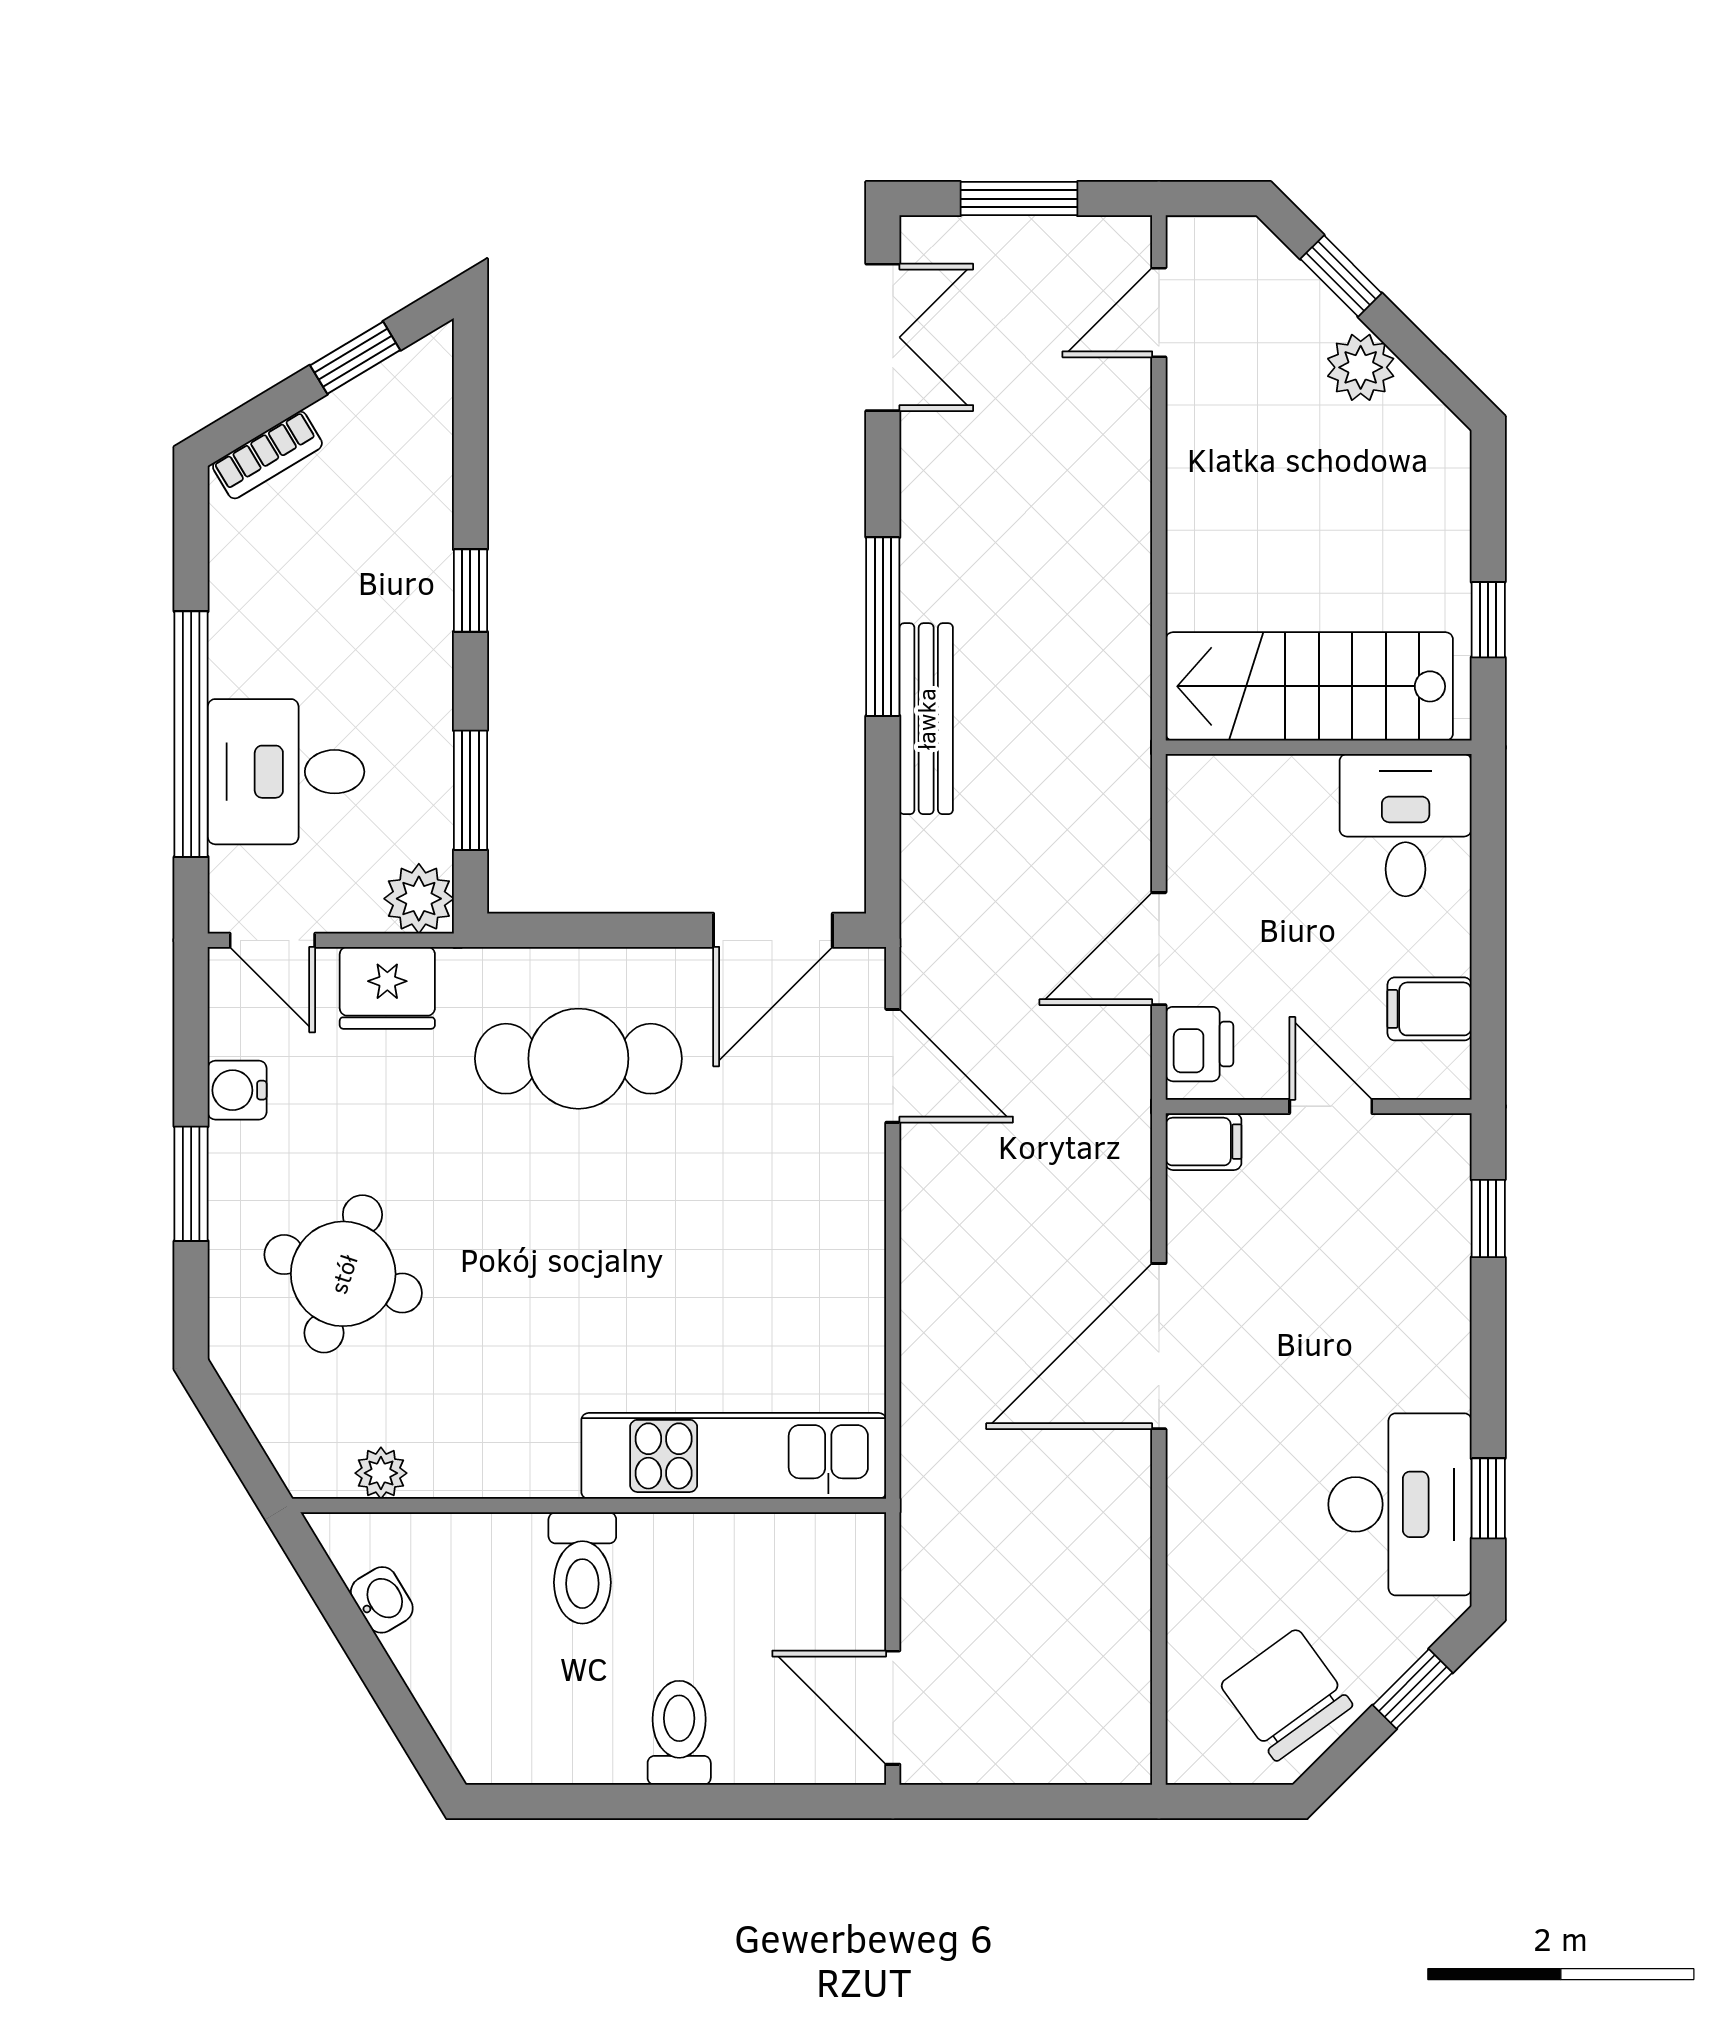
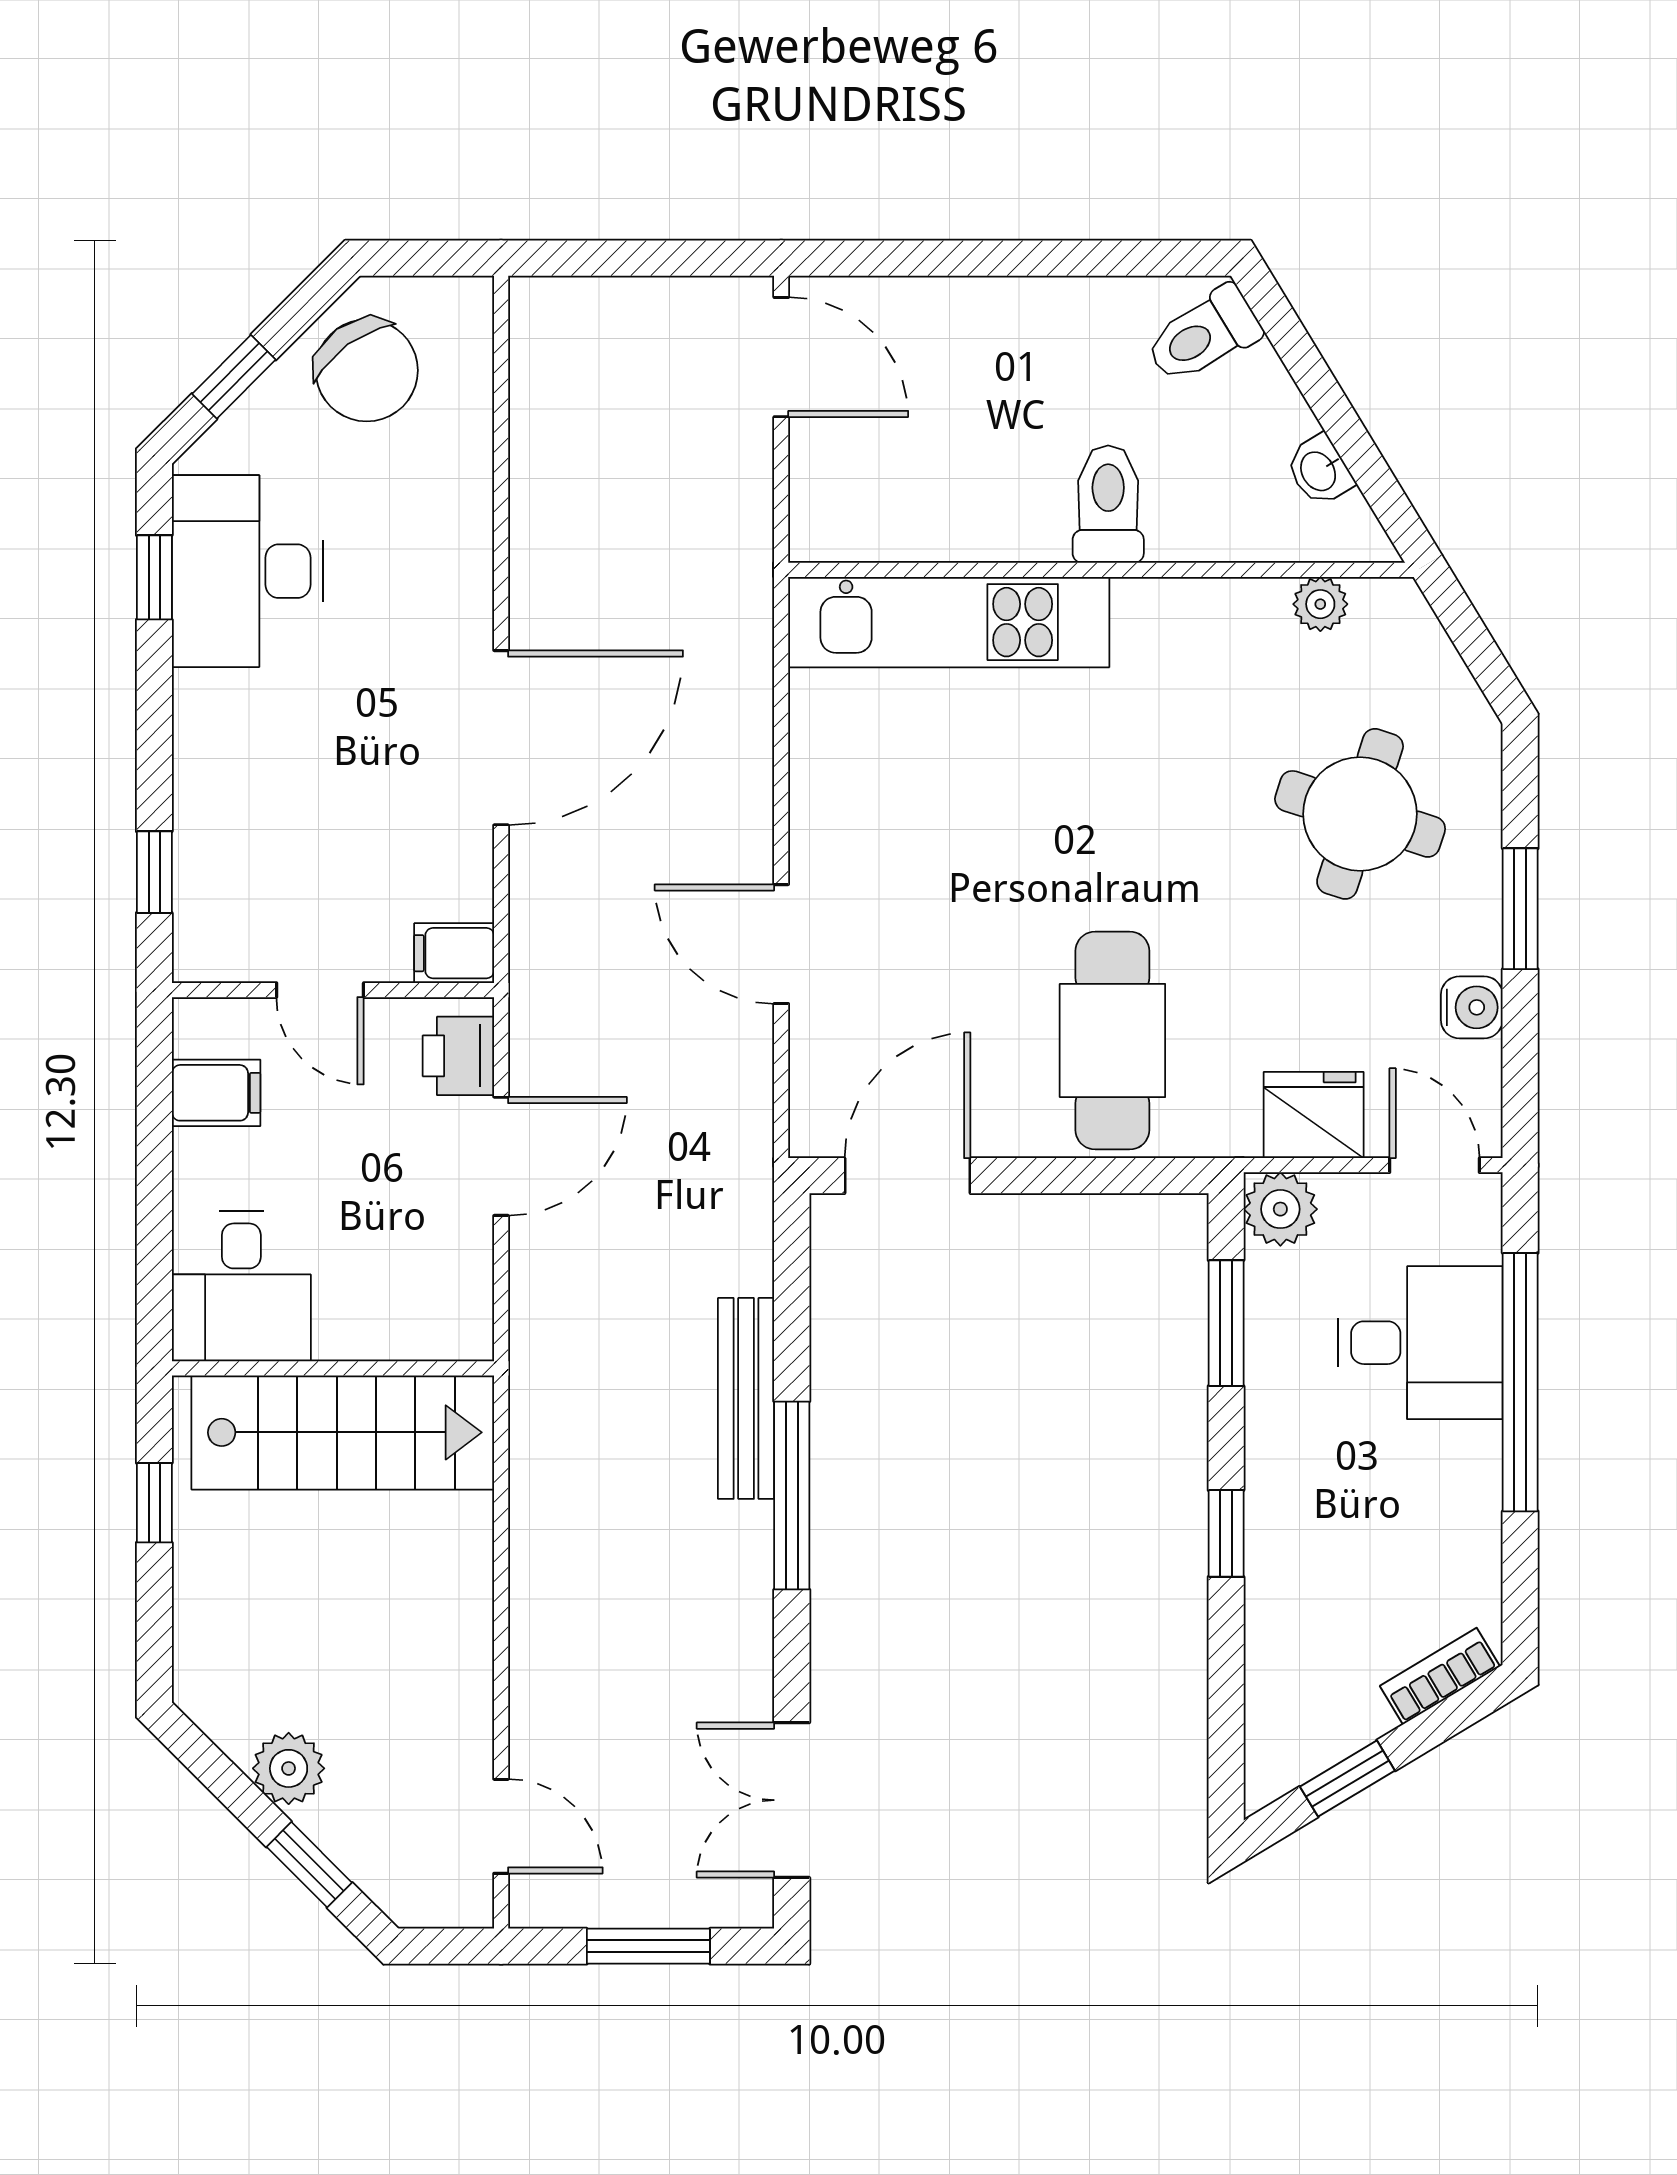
door: (1159, 312) -> (501, 1826), hinge flipped
cafe table: (578, 1059) -> (1112, 1040), turned 90
door: (893, 1066) -> (781, 944), moved
toilet: (679, 1733) -> (1203, 335), moved, turned 59

